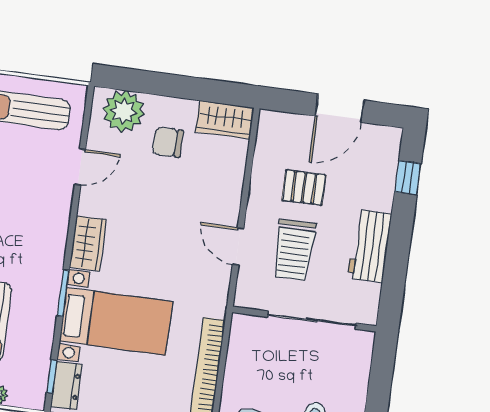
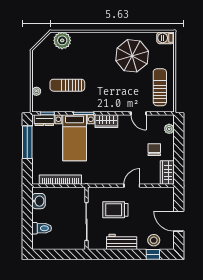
plant: (124, 111) -> (169, 129), width x0.53, depth x0.53
stool: (376, 171) -> (154, 240), added
pallet: (304, 188) -> (143, 210), removed
door: (238, 246) -> (132, 186), moved

